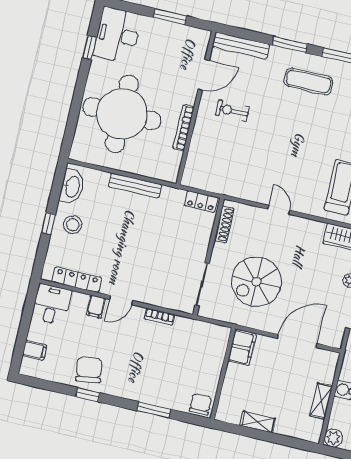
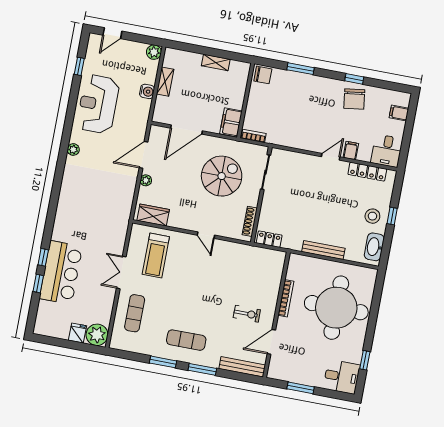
desk: (117, 35) -> (342, 377), width x0.73
bookcase: (160, 317) -> (254, 136), moved
chair: (200, 404) -> (263, 75), turned -90

